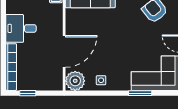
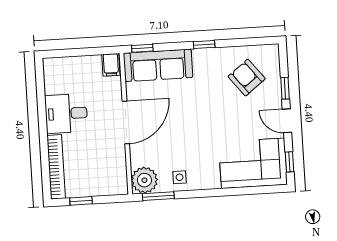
door: (64, 51) -> (126, 122), moved
window: (140, 93) -> (158, 196), moved

